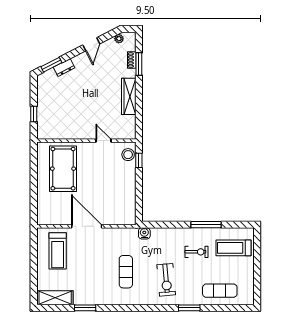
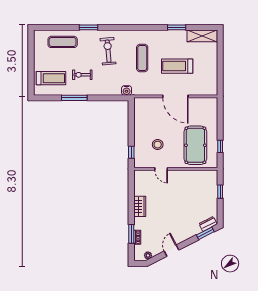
dresser: (64, 68) -> (208, 224), moved
wardrobe: (129, 96) -> (140, 206), width x0.67
stool: (128, 155) -> (158, 145), moved
window: (34, 167) -> (220, 146), added
treadmill: (58, 251) -> (177, 66), moved, turned -90

